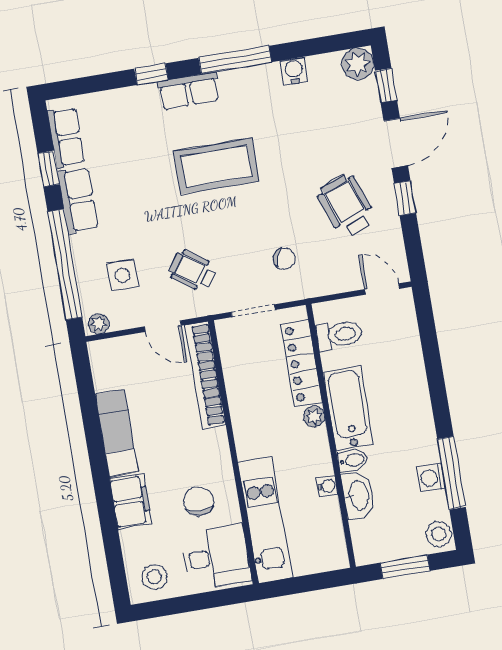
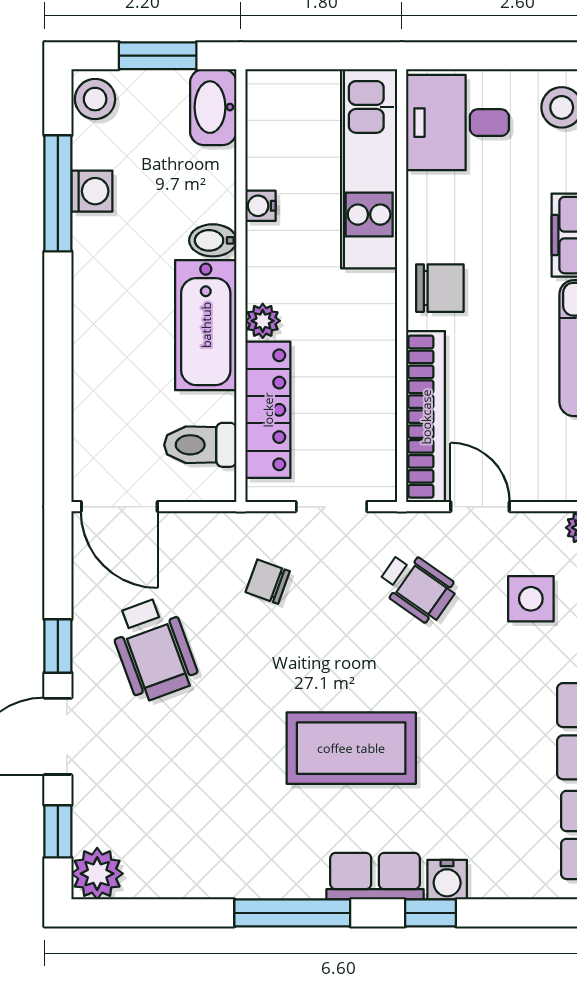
water cooler: (294, 71) -> (447, 880), moved
door: (382, 289) -> (119, 507), width x1.38
washbasin: (358, 495) -> (213, 107), moved
chair: (199, 501) -> (440, 288), moved, turned -93

